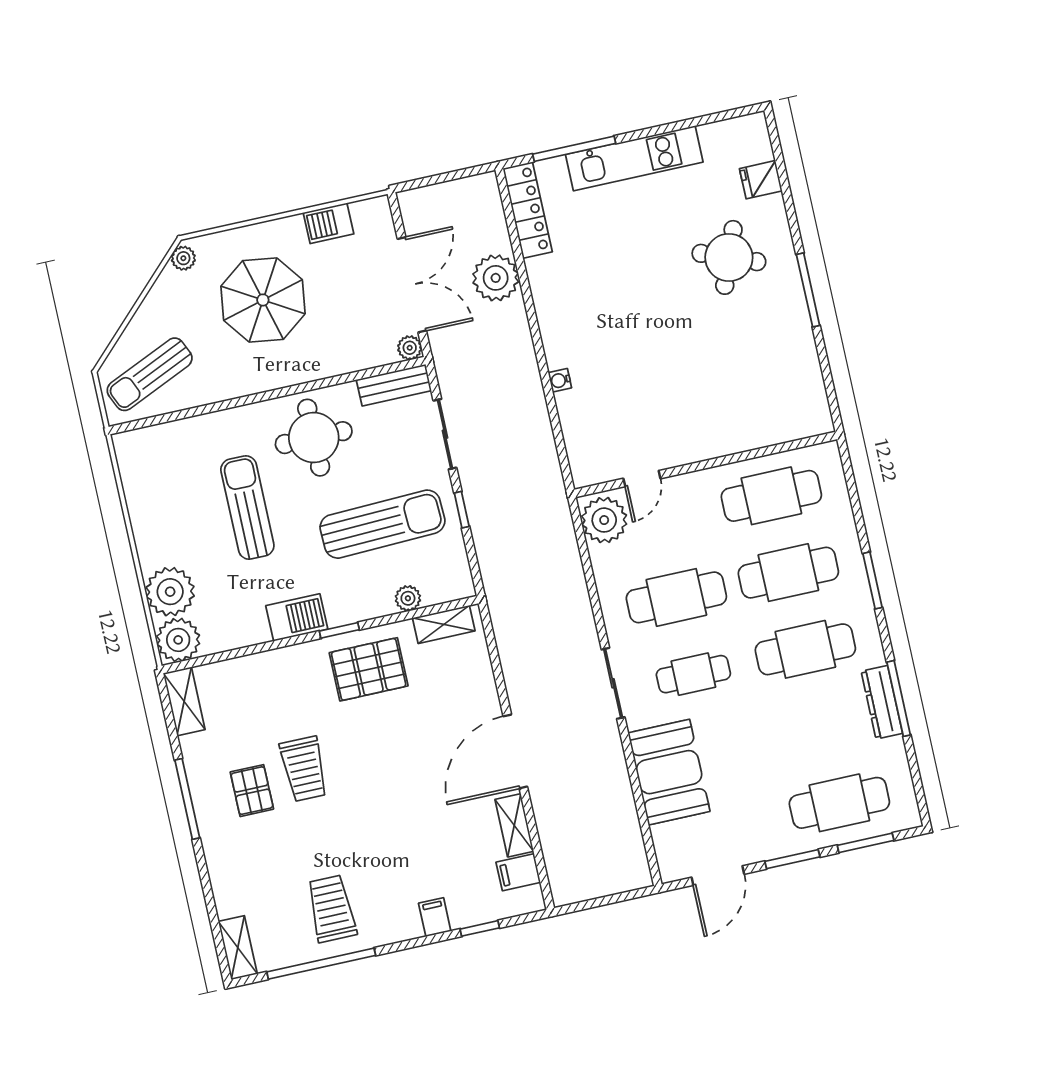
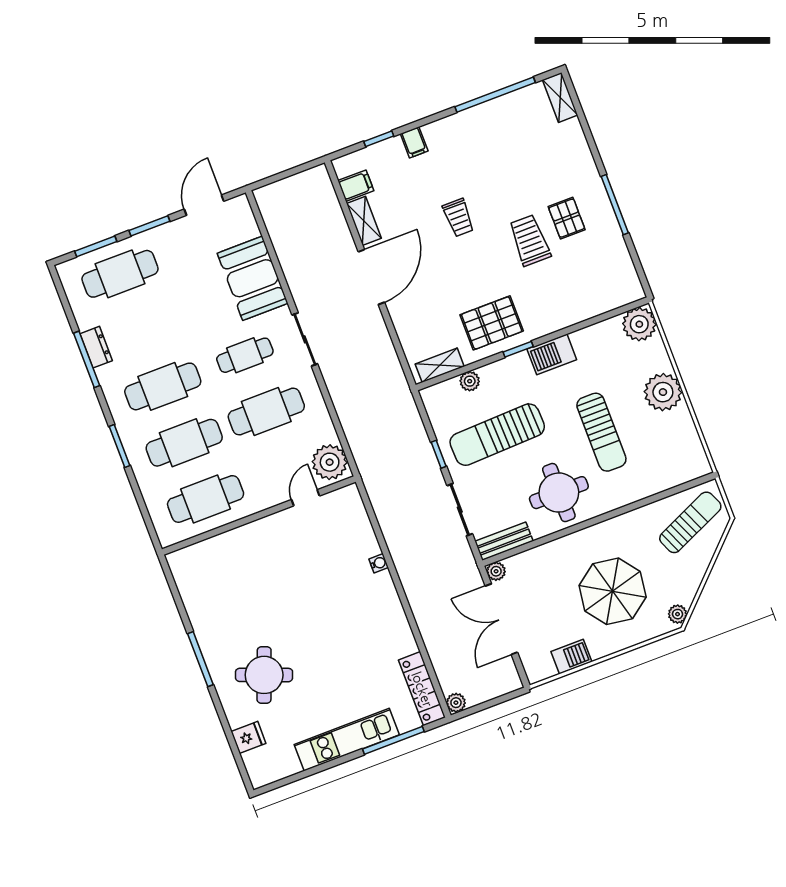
plant: (496, 278) -> (456, 703), moved, width x0.53, depth x0.53
plant: (170, 592) -> (663, 392), moved
shelving: (184, 701) -> (628, 278), removed
dresser: (882, 702) -> (96, 347), width x0.70
trolley: (331, 909) -> (458, 218), moved, width x0.73, depth x0.72

